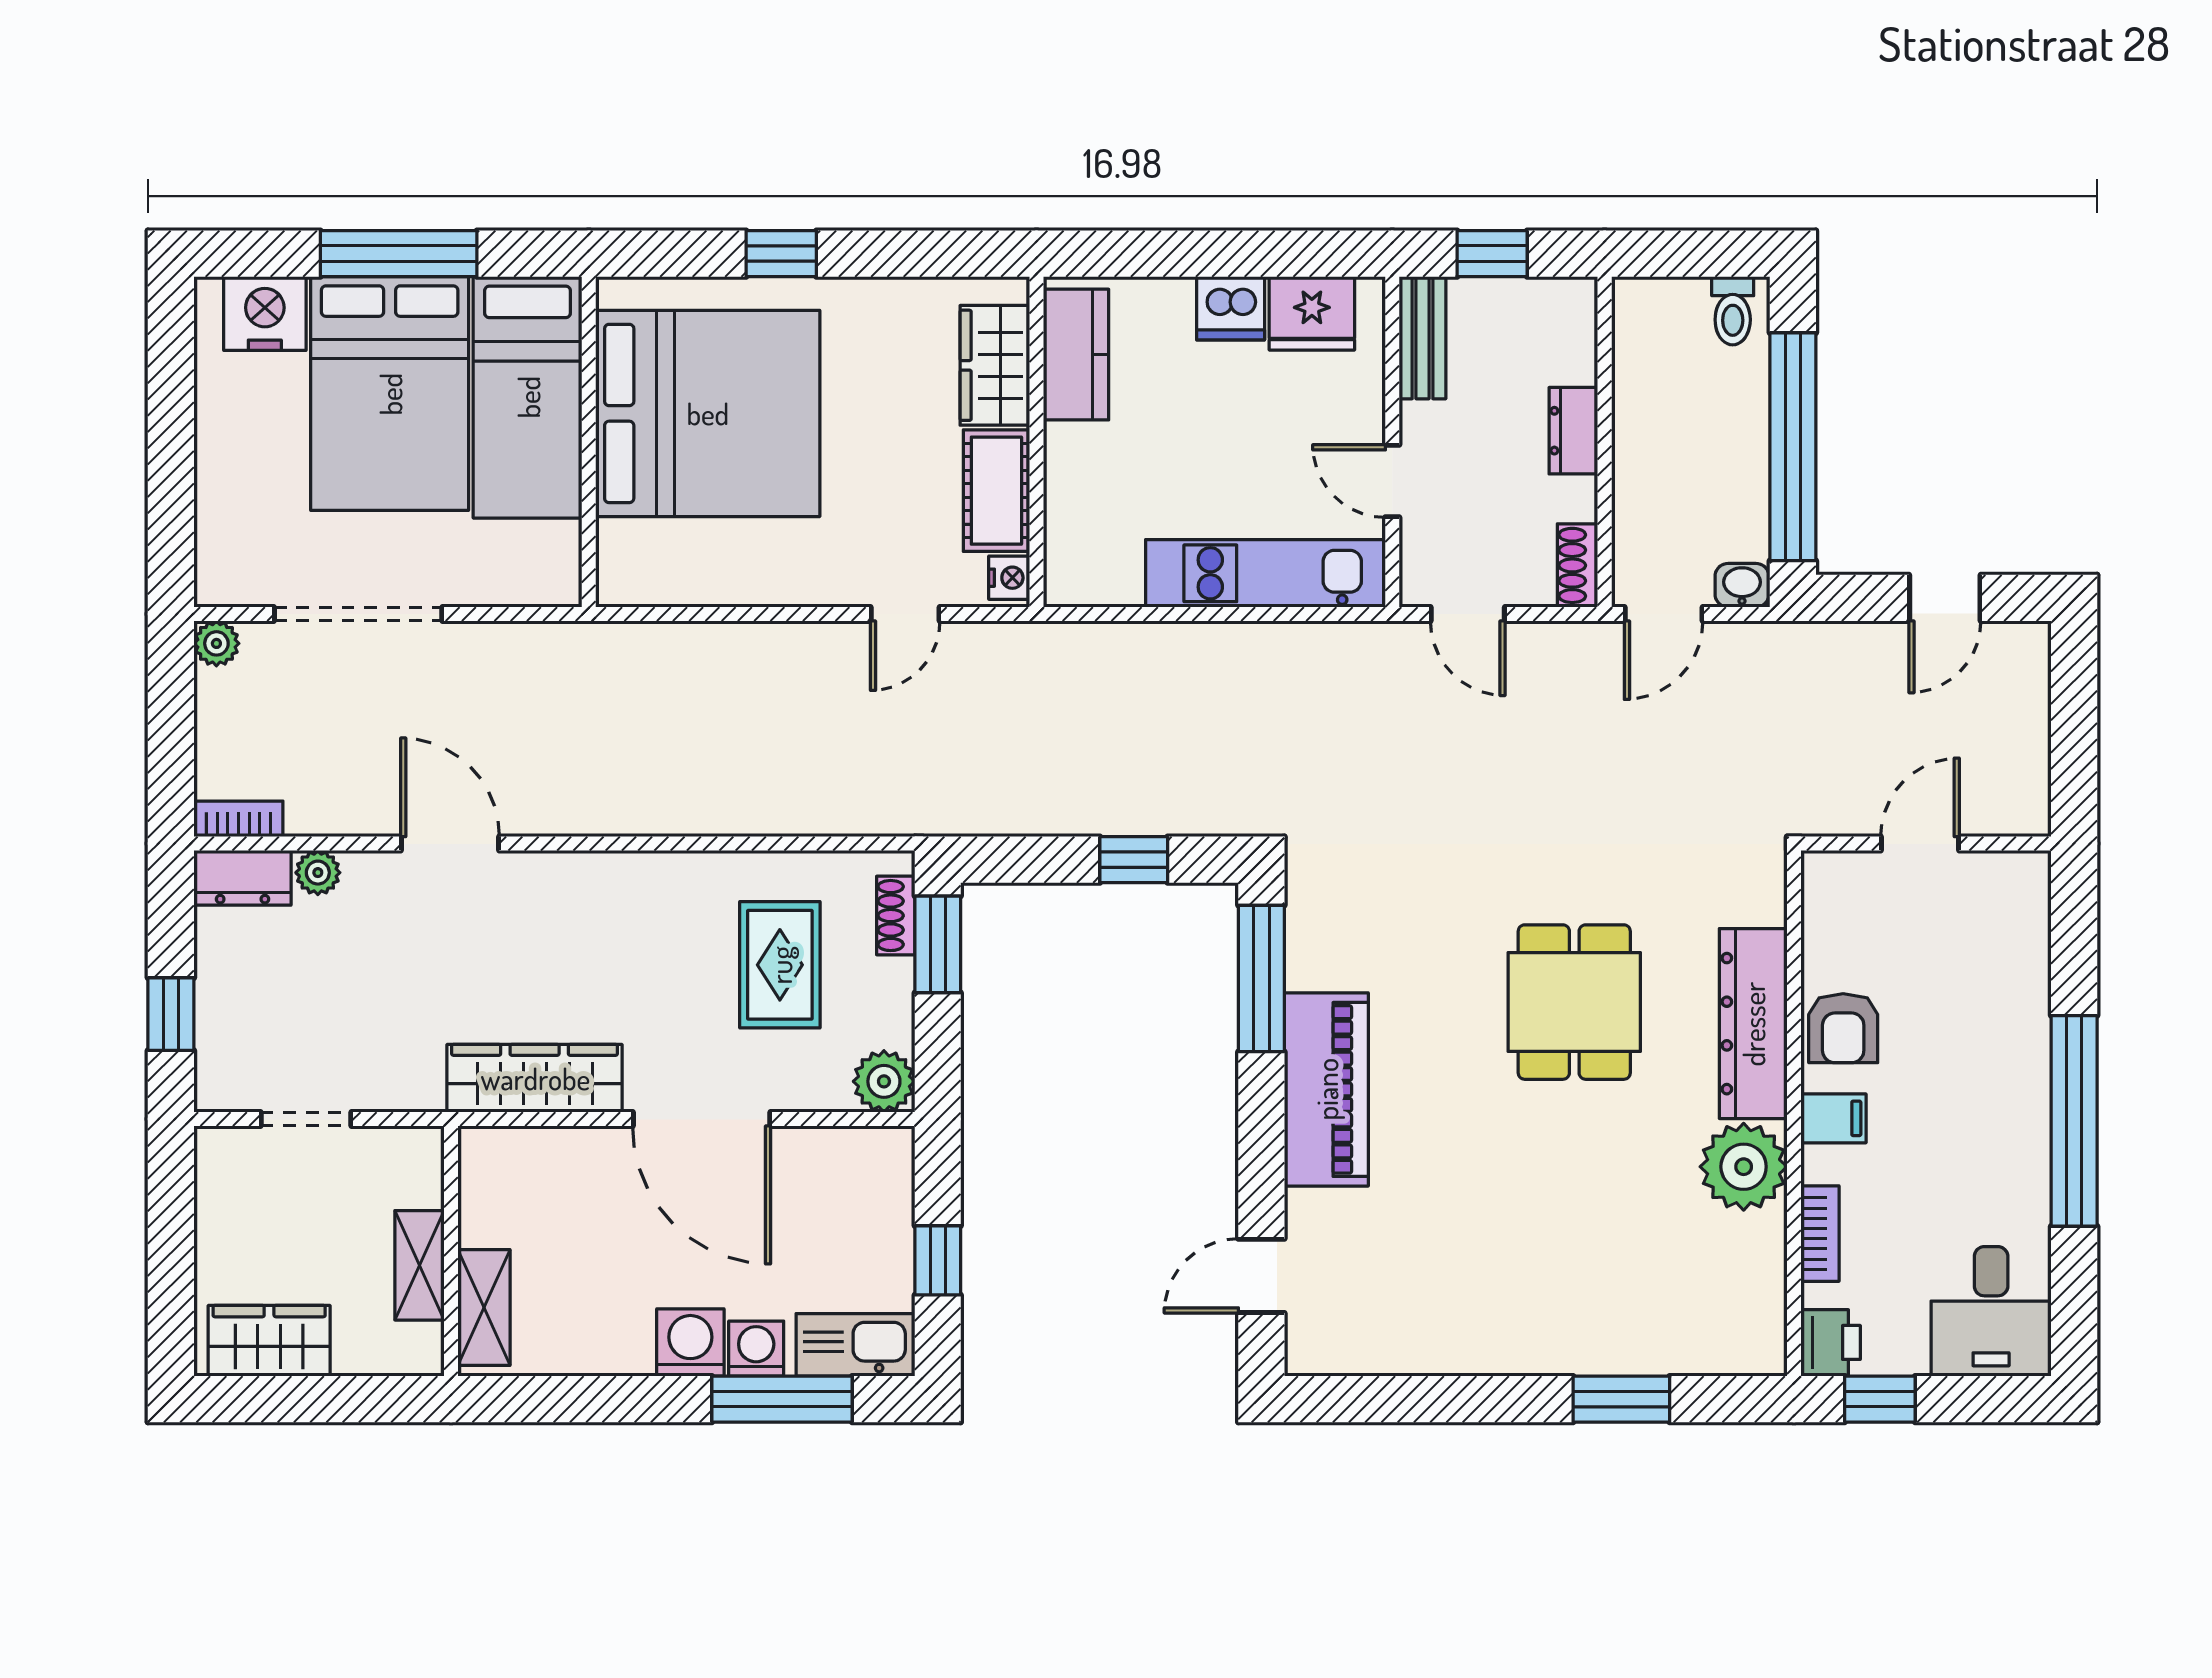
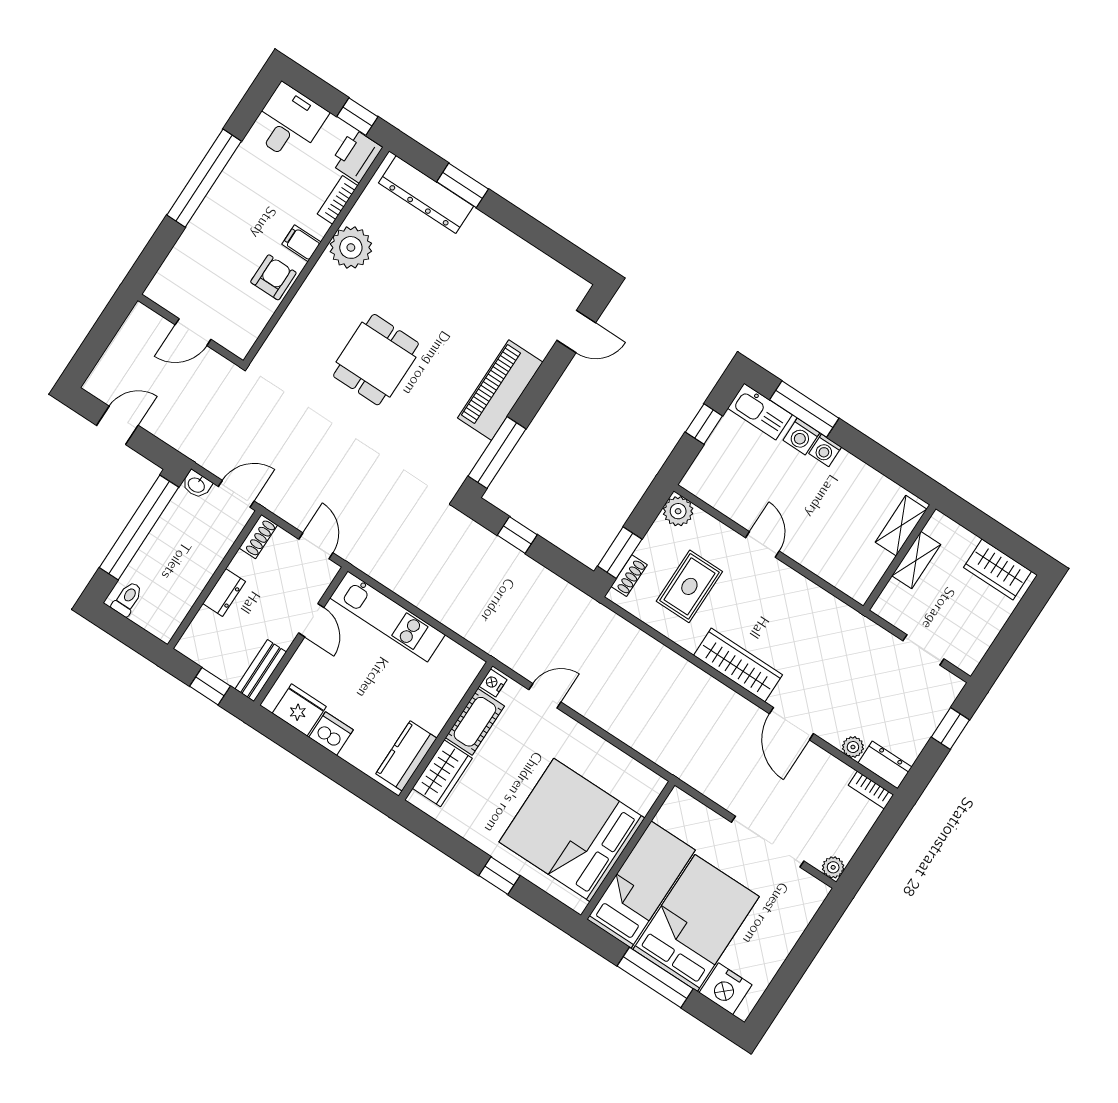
dresser: (1753, 1024) -> (426, 195), moved, turned 90
wardrobe: (535, 1078) -> (738, 665), moved, turned 180
door: (702, 1119) -> (762, 544), width x0.53
washing machine: (690, 1342) -> (825, 450), width x0.73, depth x0.73
printer: (1831, 1342) -> (356, 156), width x1.36, depth x1.24

